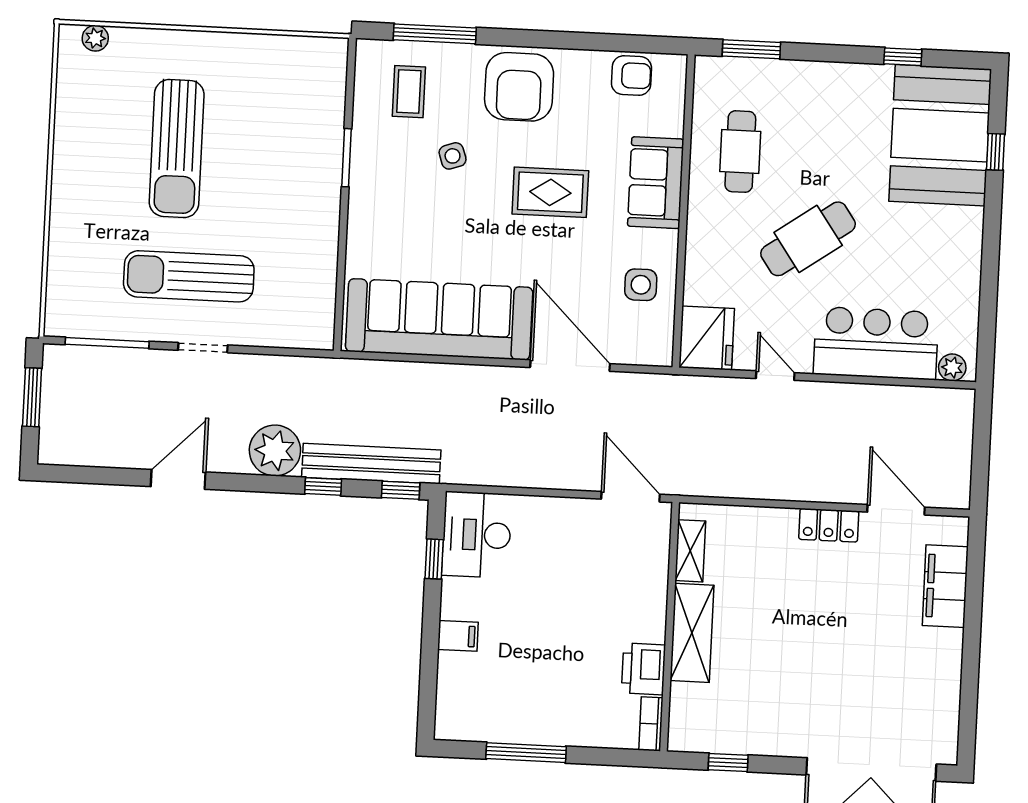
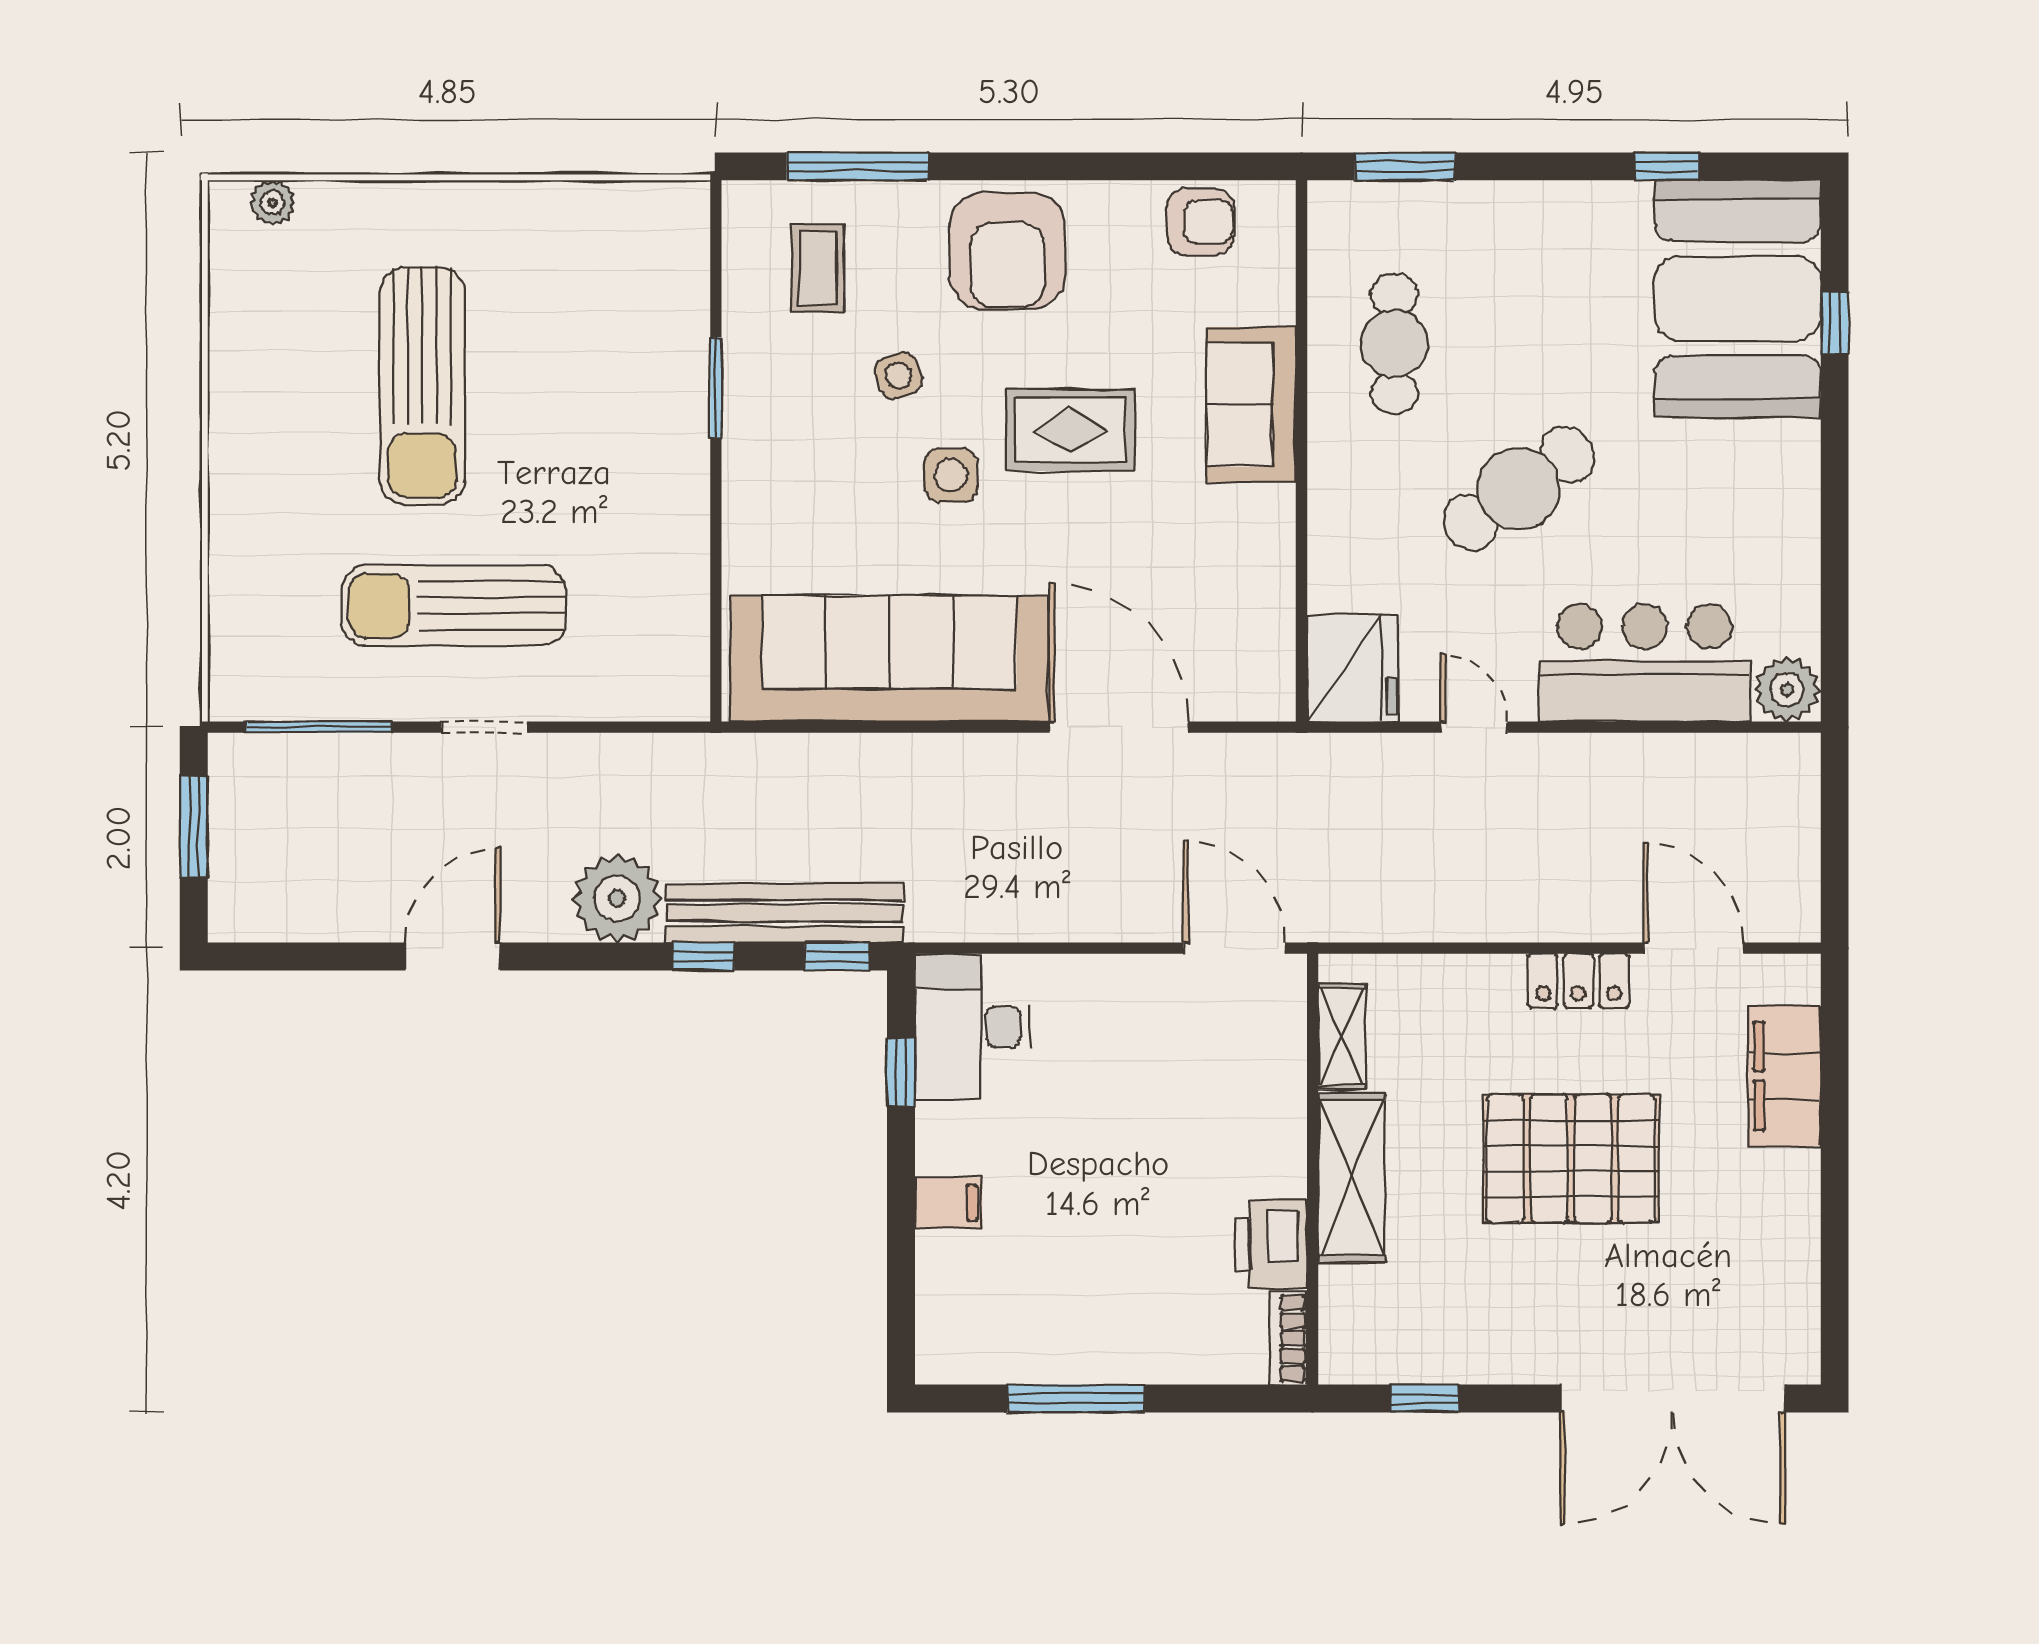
side table: (641, 285) -> (951, 475), moved
plant: (952, 367) -> (1787, 690), width x1.38, depth x1.38
pallet: (819, 628) -> (1571, 1159), added

